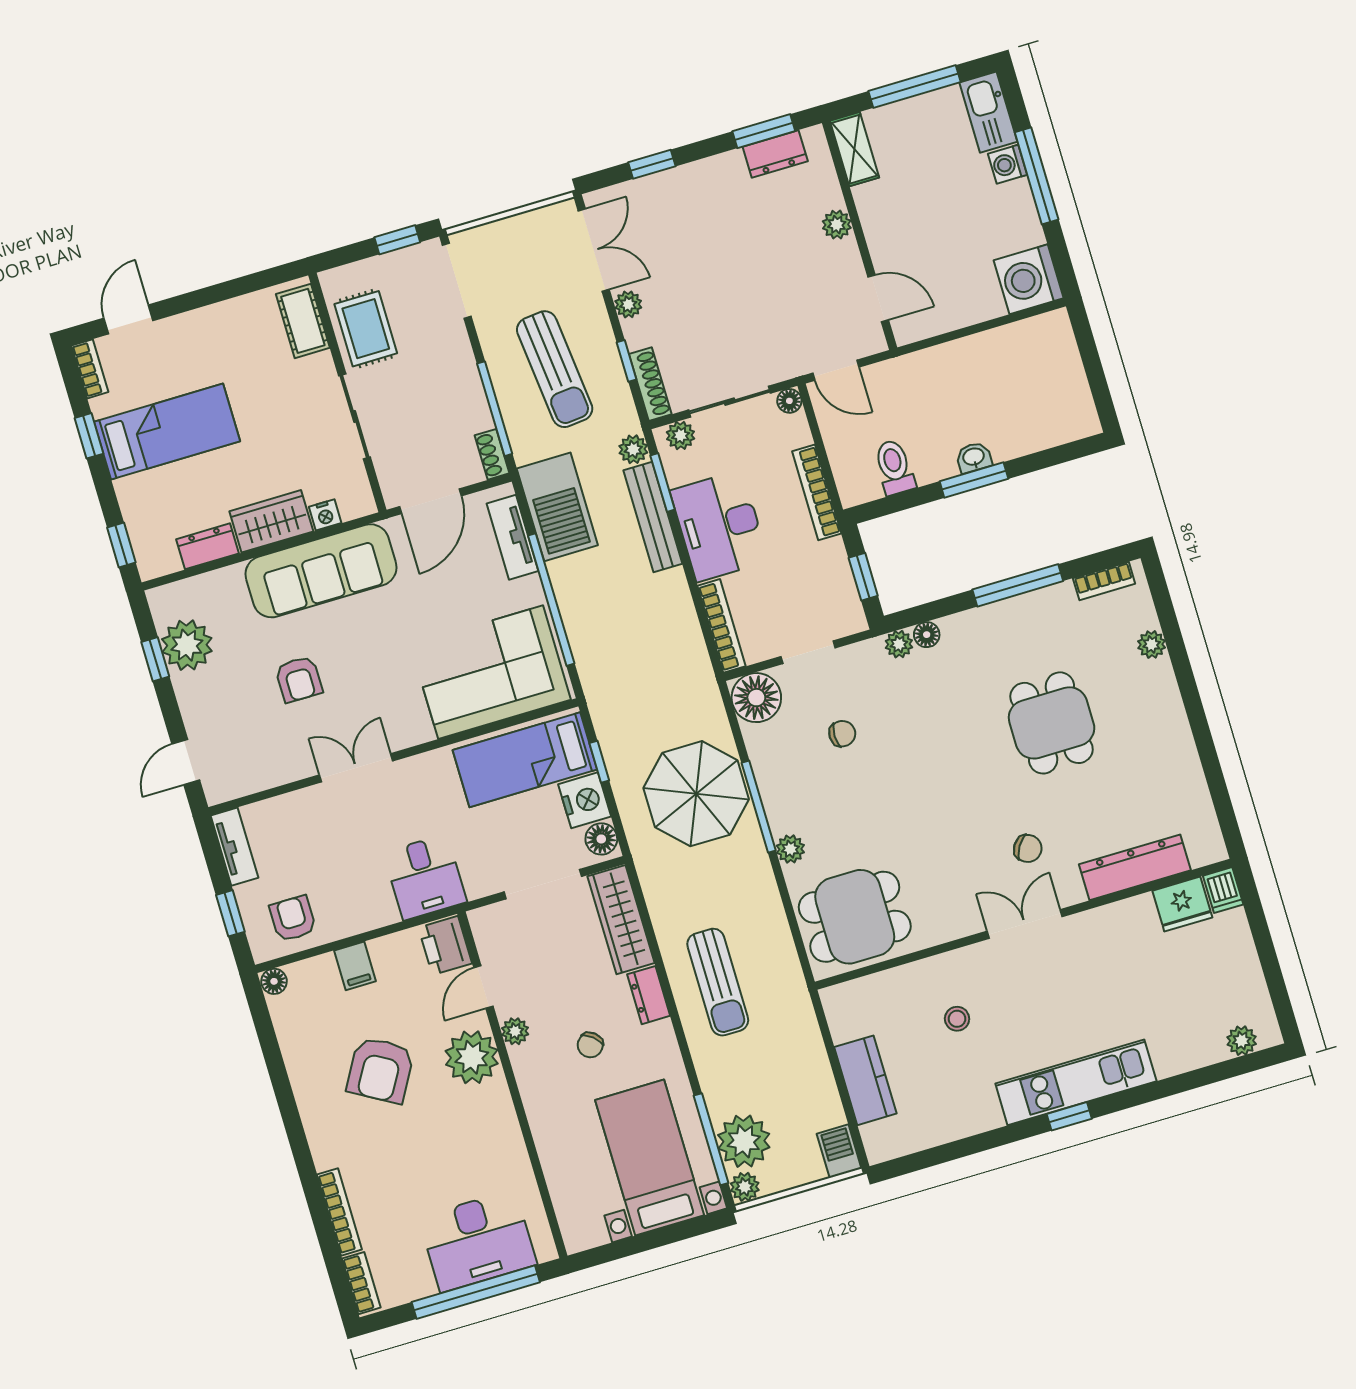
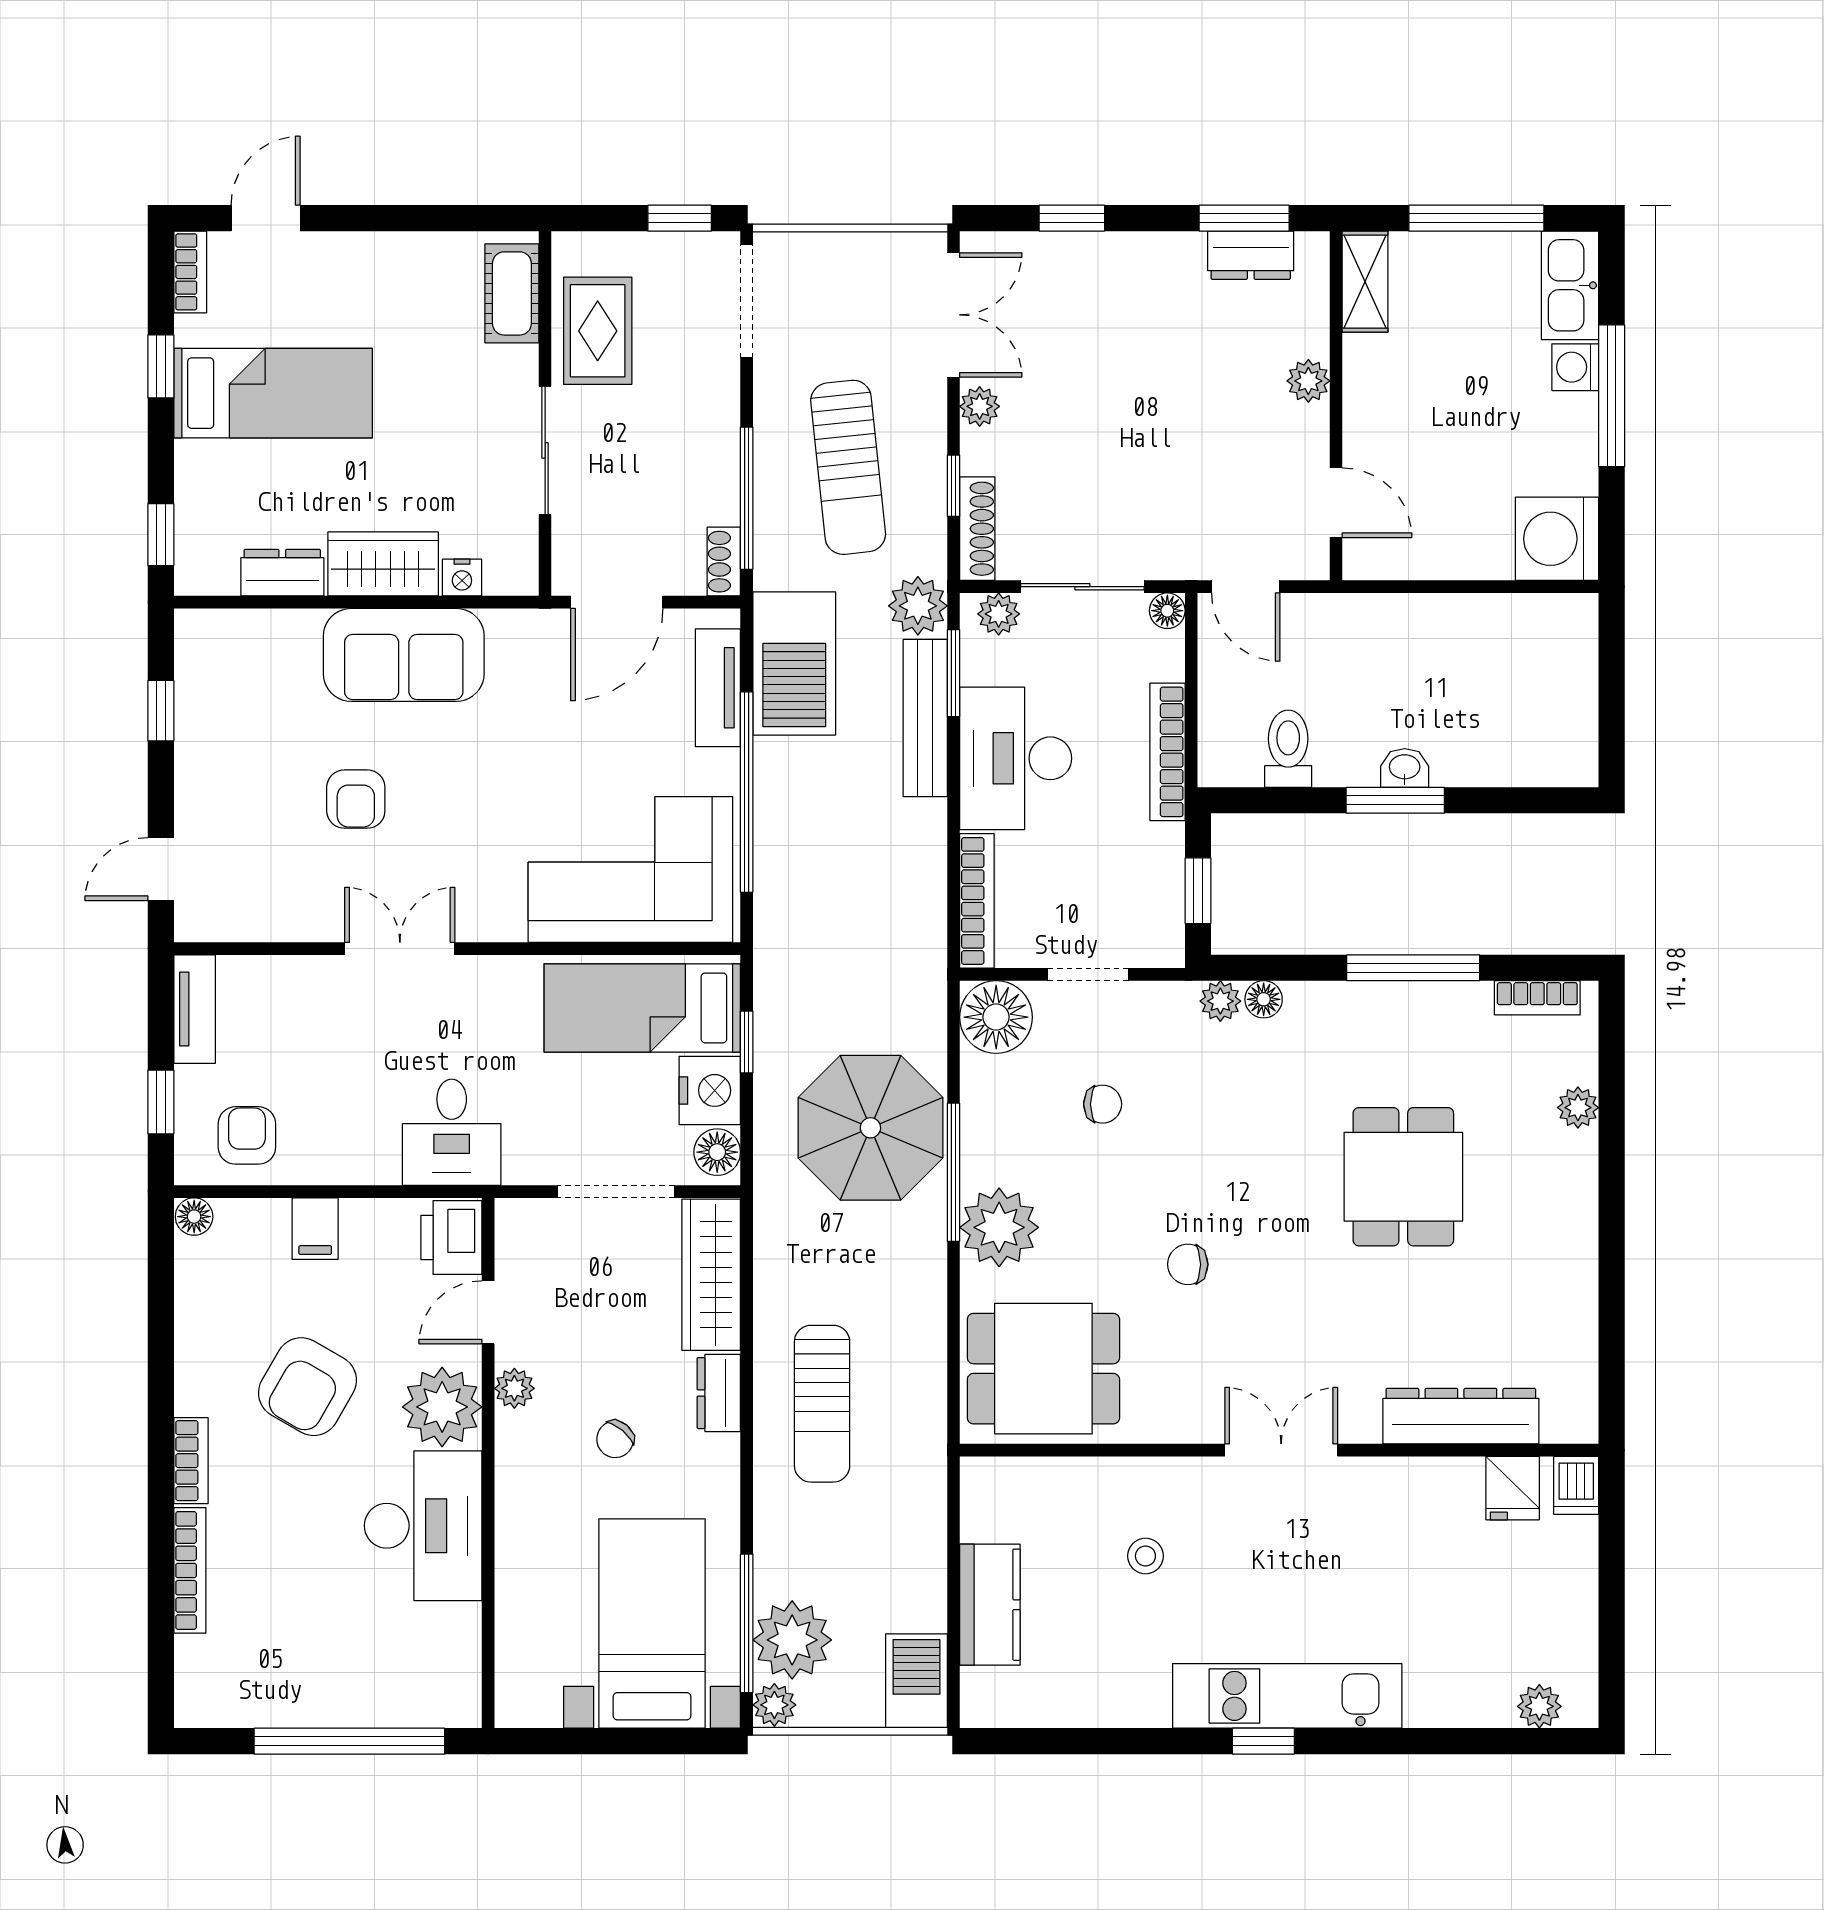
plant: (633, 449) -> (918, 606), width x1.38, depth x1.38
sofa: (321, 571) -> (404, 655), width x0.73
plant: (187, 645) -> (212, 704), removed
chair: (1028, 848) -> (1188, 1264), moved, turned 148
plant: (790, 849) -> (999, 1227), width x1.88, depth x1.88
fridge: (1182, 904) -> (1513, 1488), width x0.72
barbecue: (839, 1151) -> (916, 1681), width x1.38, depth x1.27
desk: (478, 1241) -> (423, 1526), moved, turned -90
bookcase: (361, 1283) -> (191, 1461), moved

